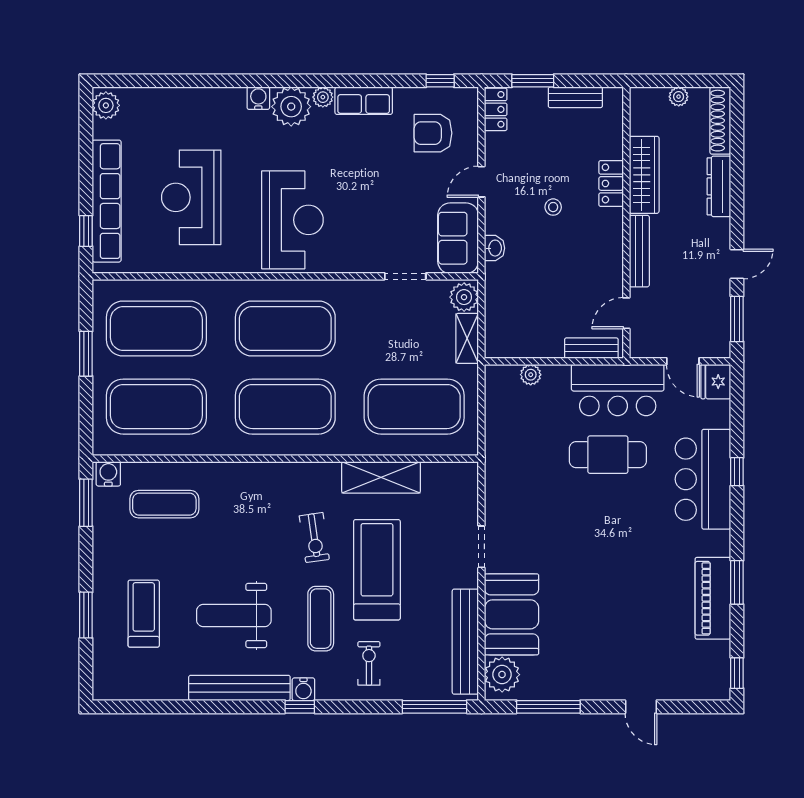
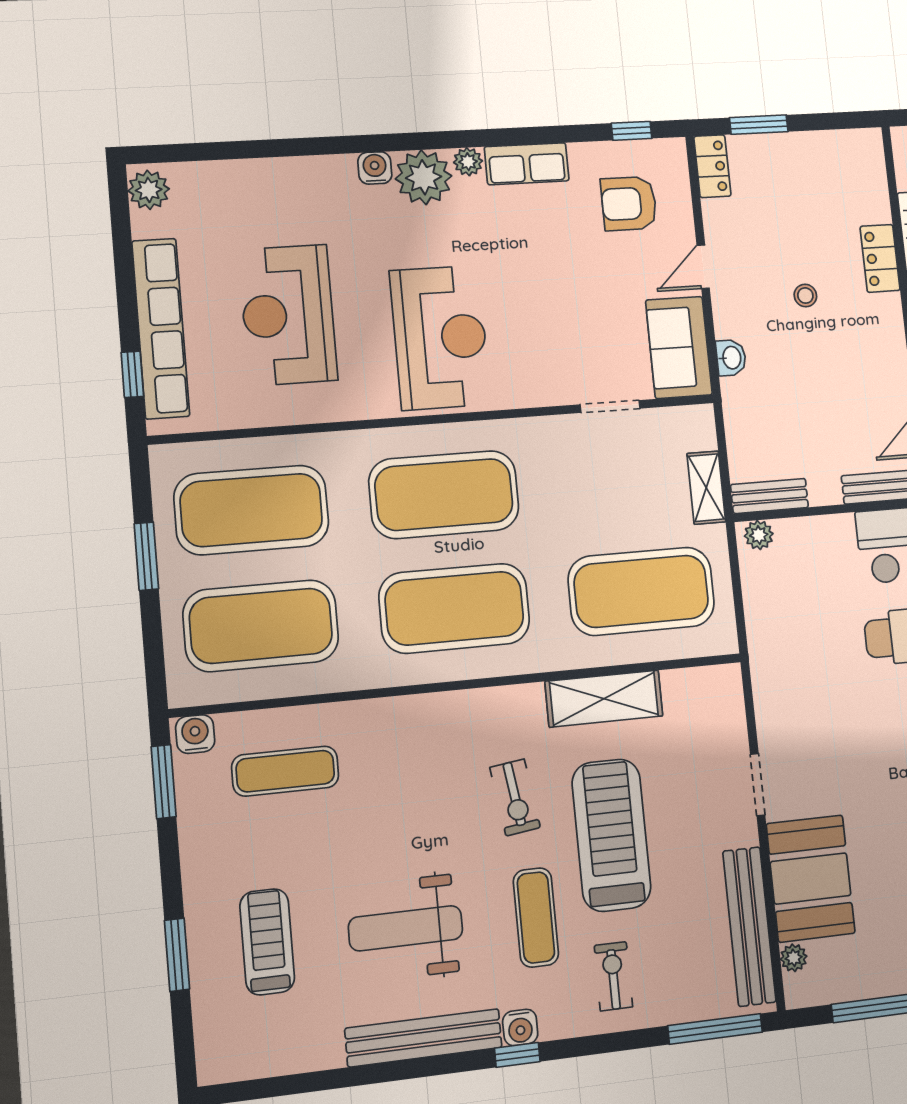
bench: (575, 97) -> (769, 496), moved
plant: (464, 297) -> (696, 430), removed
plant: (531, 375) -> (759, 535), moved
plant: (502, 675) -> (794, 958), width x0.53, depth x0.53

